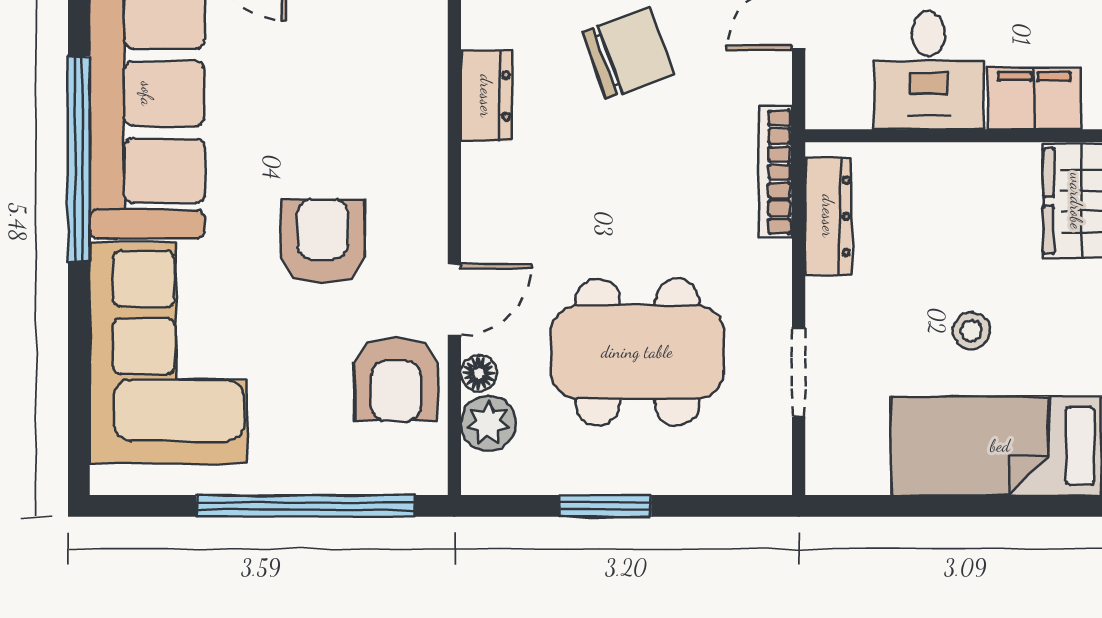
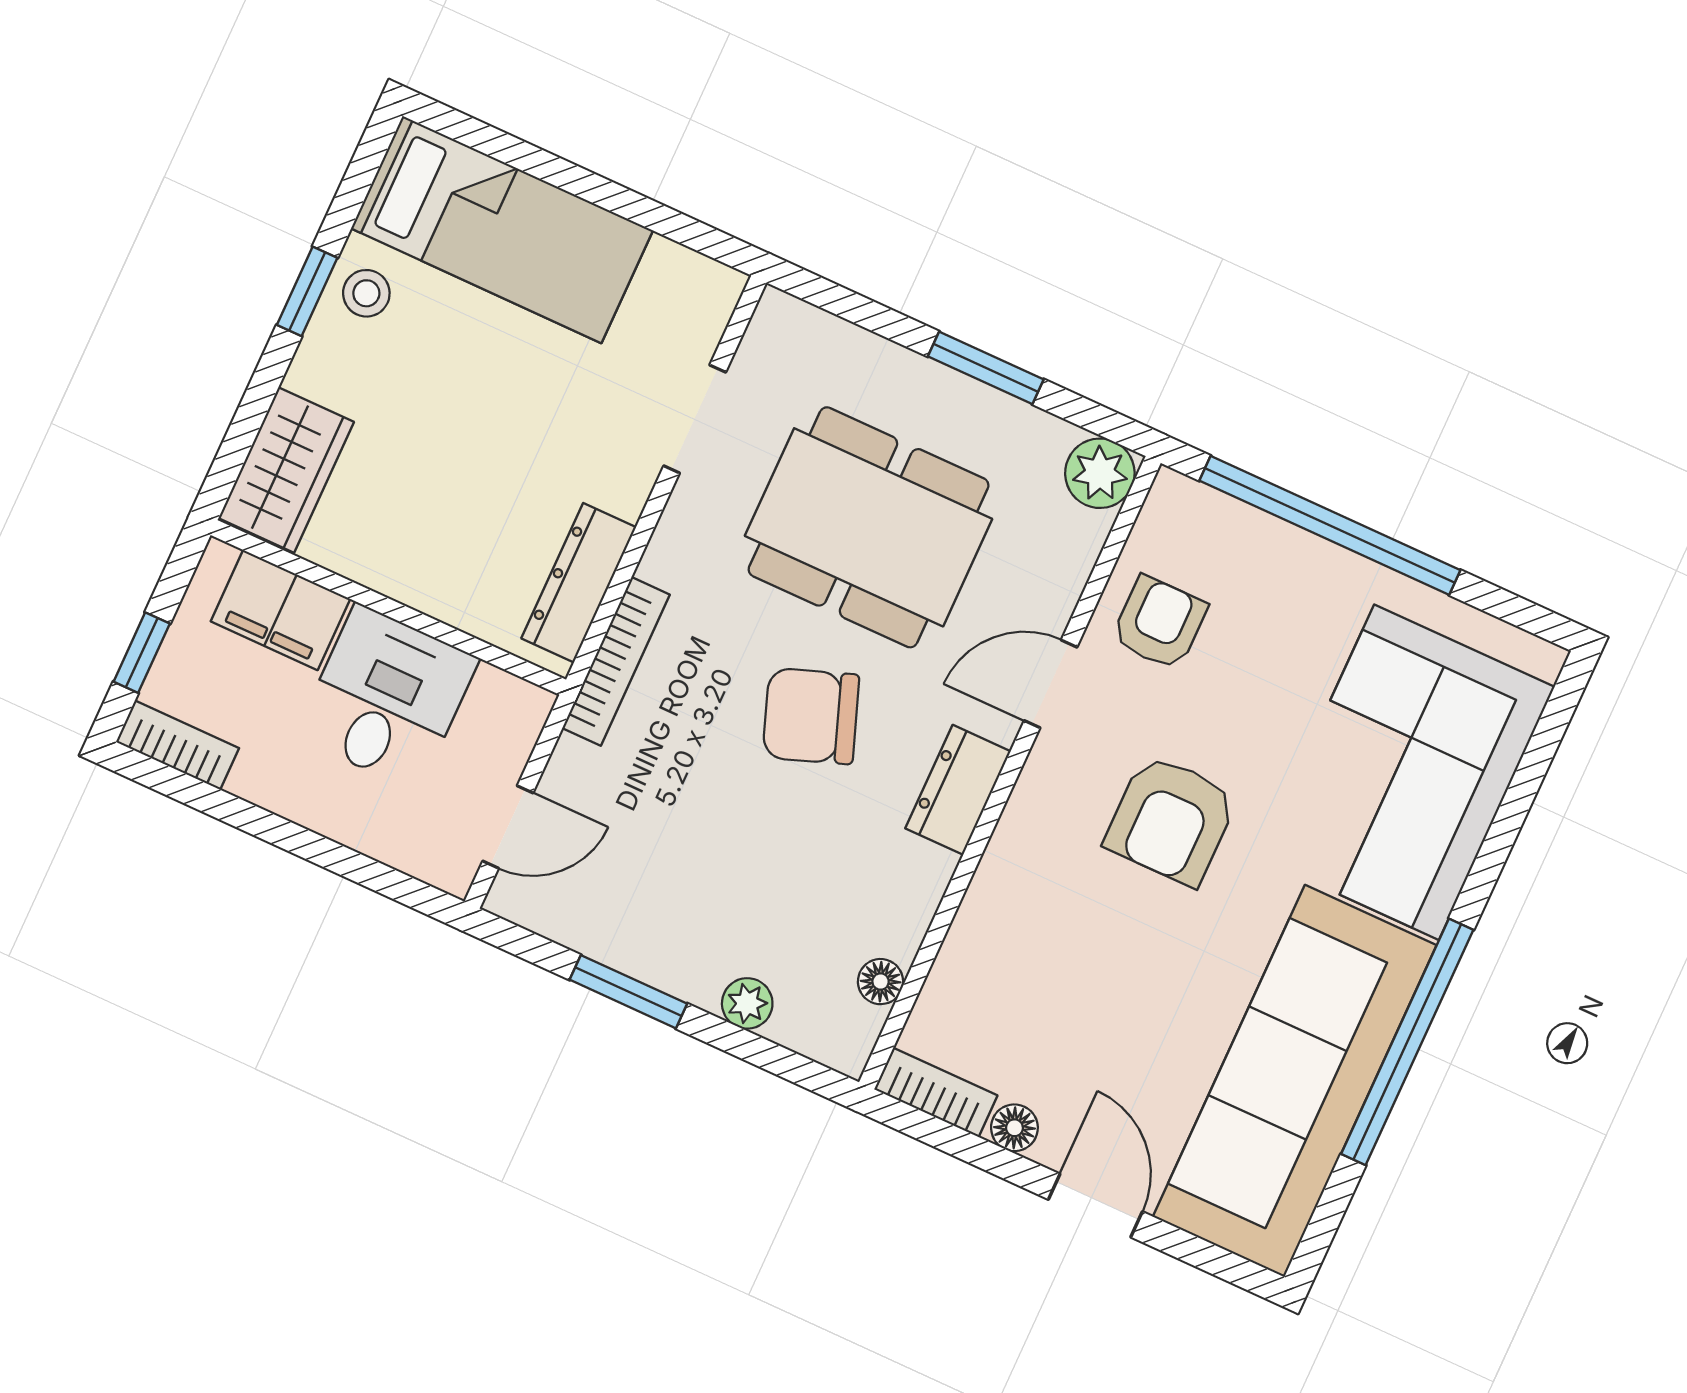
chair: (628, 53) -> (811, 716), moved
dresser: (486, 96) -> (958, 790), moved
stool: (971, 331) -> (366, 293), moved
floor lamp: (479, 373) -> (881, 982), moved
armchair: (396, 379) -> (1159, 623), width x0.72, depth x0.72
plant: (488, 423) -> (1100, 473), moved

